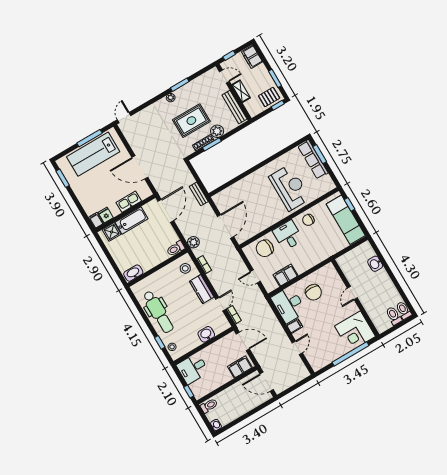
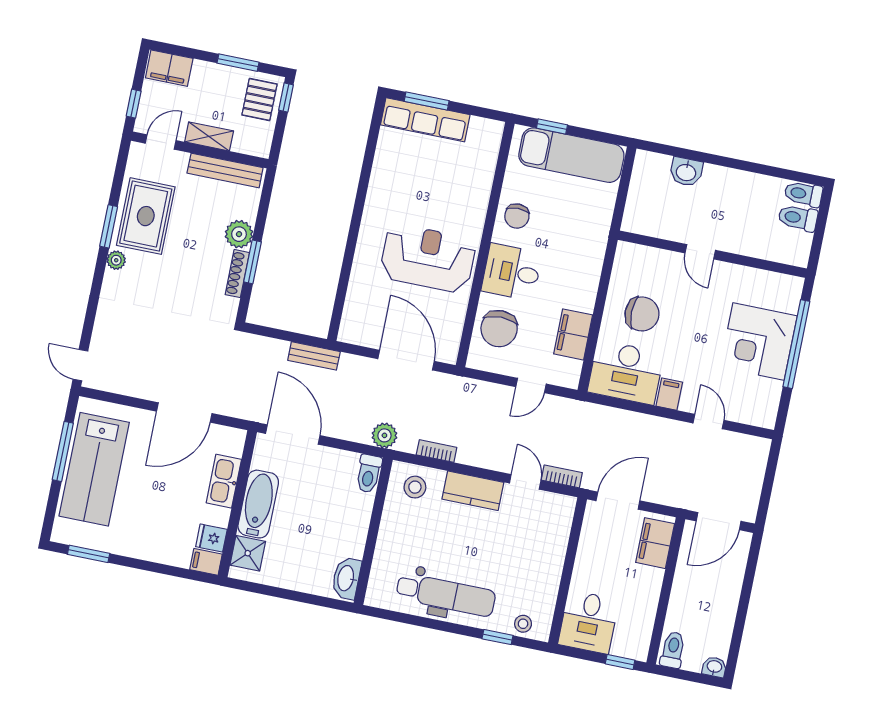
rug: (191, 121) -> (146, 216), moved
reception desk: (290, 188) -> (428, 258), moved
corner desk: (355, 331) -> (759, 342), moved, turned 90
washbasin: (206, 334) -> (553, 550), removed

